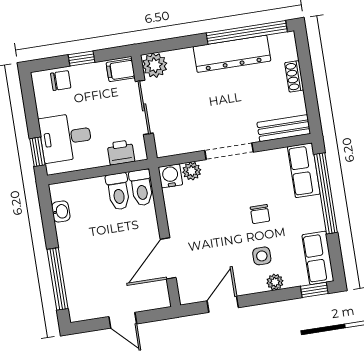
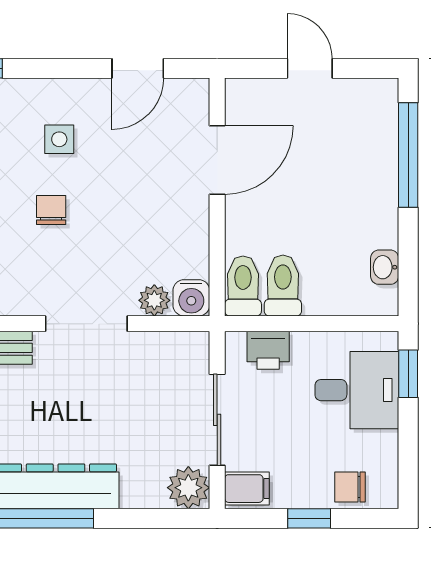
plant: (275, 282) -> (44, 92), removed

